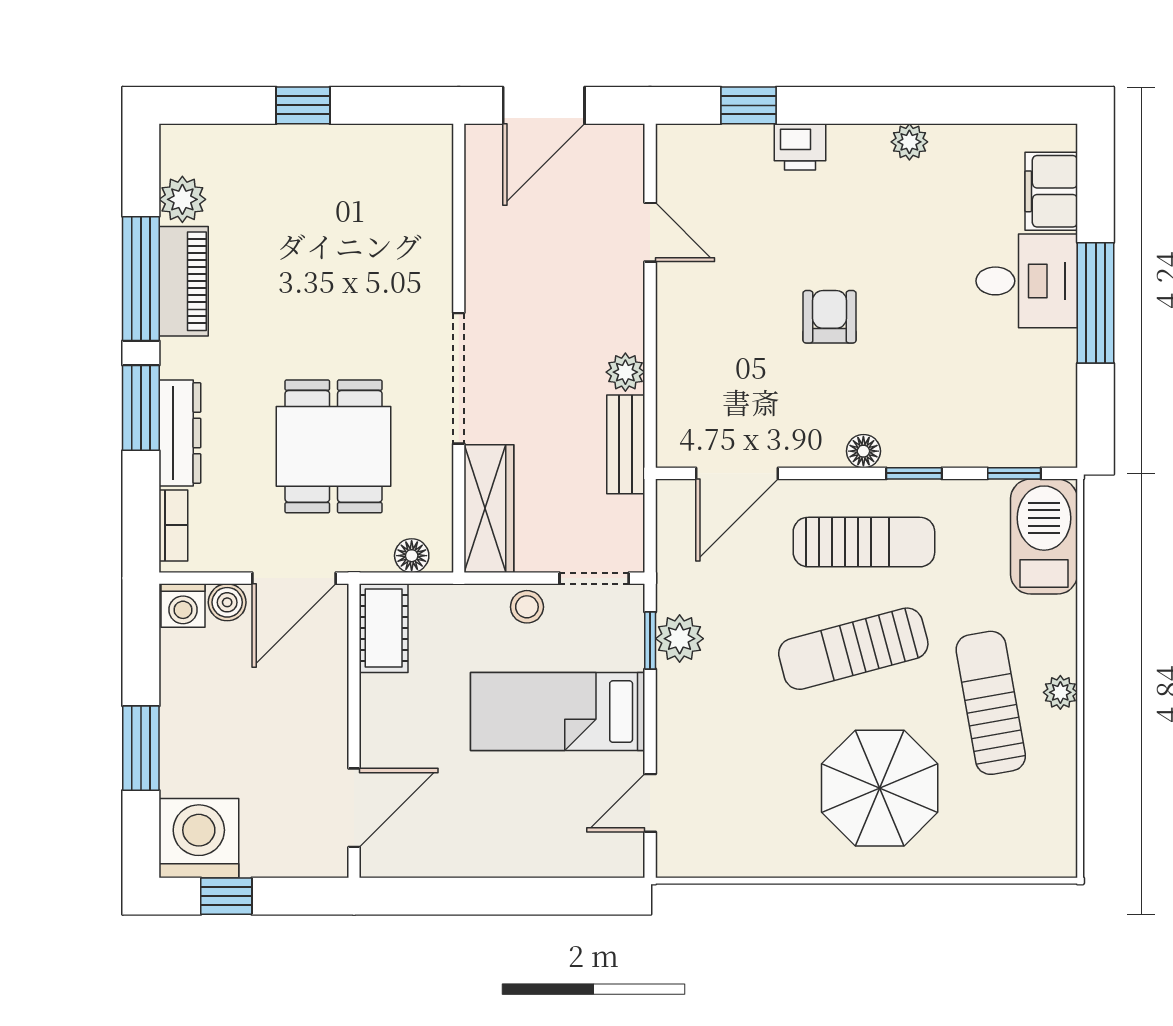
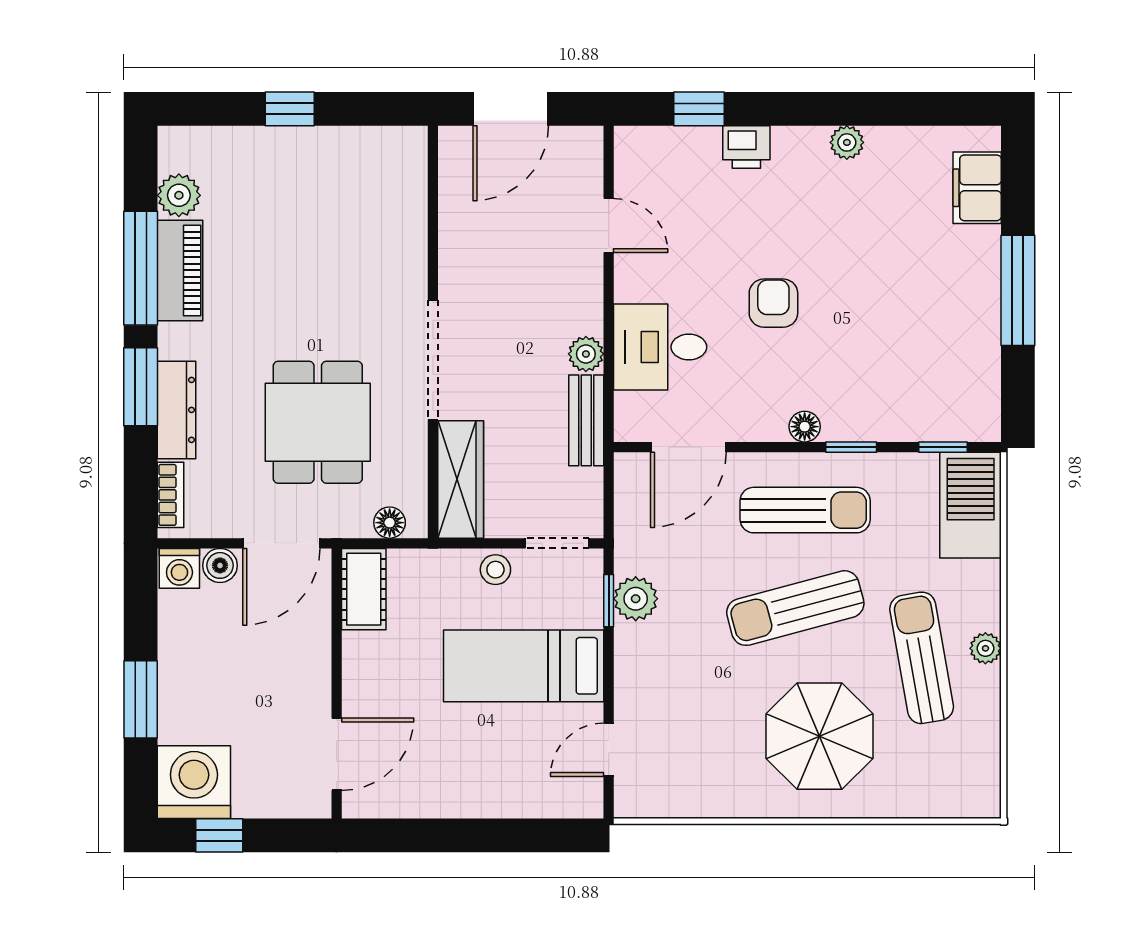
desk: (1027, 281) -> (660, 347), moved, turned 180

